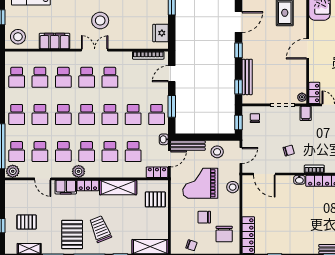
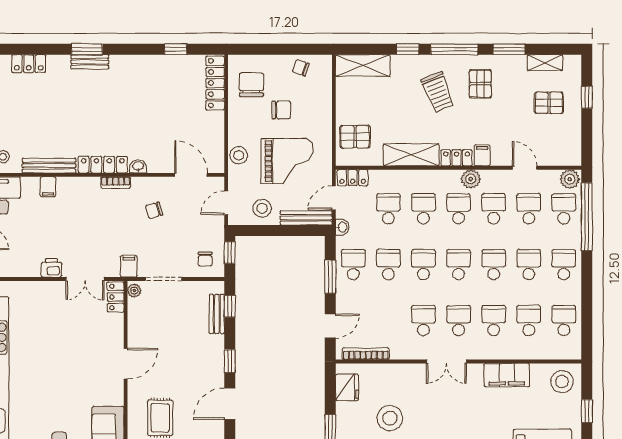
stool: (100, 20) -> (390, 418), moved
bench: (247, 77) -> (217, 314), width x0.73
filing cabinet: (66, 187) -> (482, 155), width x0.50
pallet: (72, 235) -> (480, 84), width x0.67, depth x0.71

